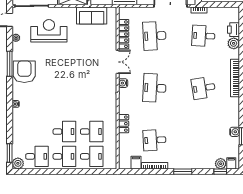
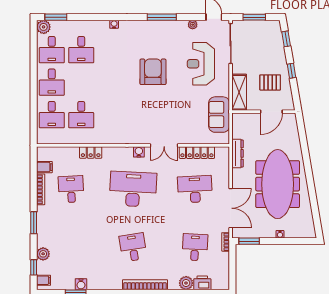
reception desk: (49, 31) -> (201, 64), turned 180
armchair: (24, 72) -> (153, 72), moved, turned -90
desk: (154, 88) -> (133, 189), width x1.36, depth x1.30
desk: (64, 132) -> (81, 50), moved
plant: (221, 164) -> (43, 254), moved

